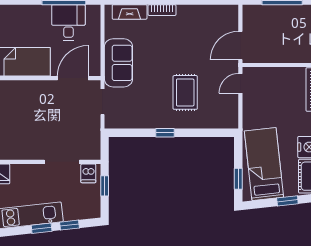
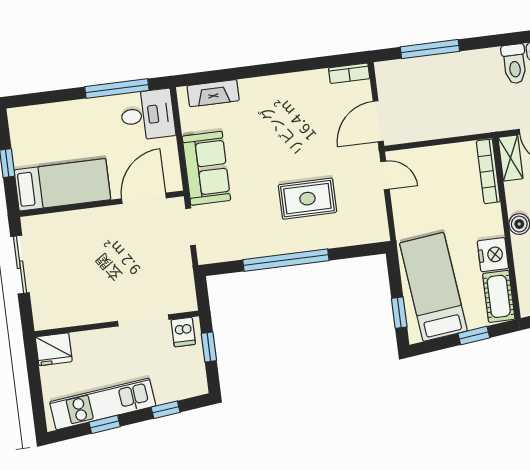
bookcase: (162, 10) -> (349, 73), moved
desk: (68, 22) -> (147, 115), moved, turned 90
door: (240, 83) -> (385, 175), swing flipped
rug: (185, 92) -> (307, 199), turned 90
window: (165, 133) -> (286, 260), width x3.17
window: (42, 228) -> (105, 424), moved

